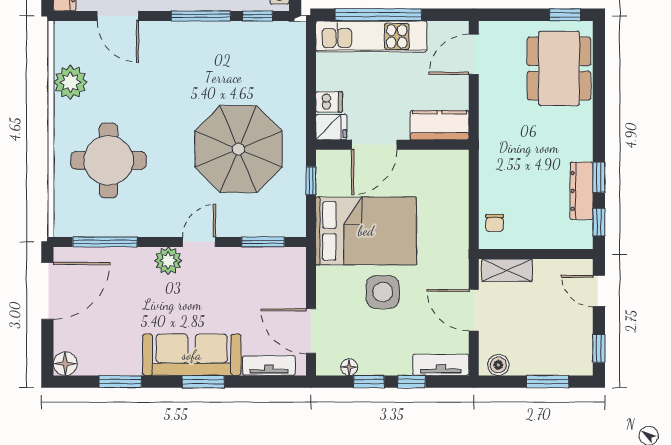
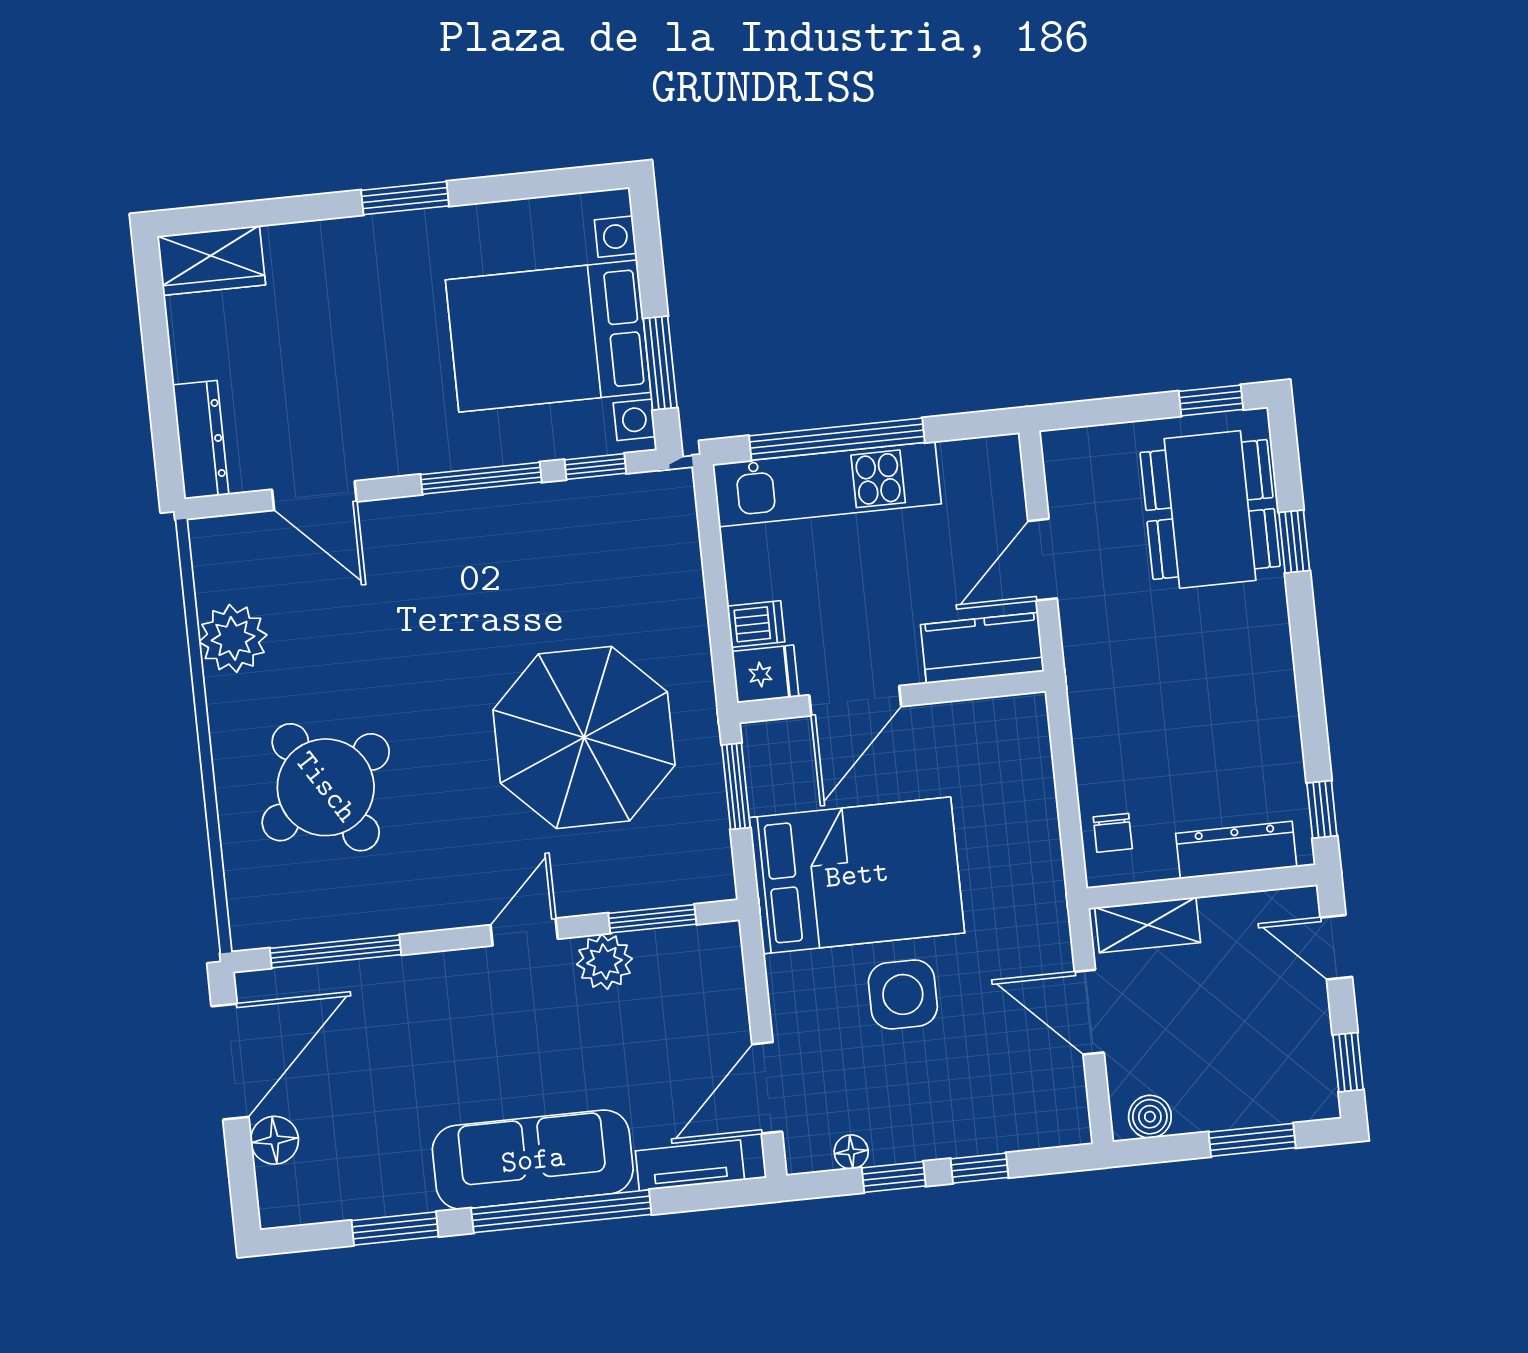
door: (474, 54) -> (1043, 560), moved
round table: (108, 160) -> (326, 787), turned -32
window: (599, 177) -> (1294, 542), moved
window: (311, 181) -> (736, 786), width x1.50
dresser: (581, 191) -> (1236, 850), moved, turned 90
plant: (168, 261) -> (604, 962), moved
door: (311, 331) -> (767, 1088), hinge flipped
floor lamp: (65, 364) -> (274, 1140), moved
tv unit: (441, 365) -> (1035, 1128), removed
window: (203, 382) -> (561, 1211), width x2.11

